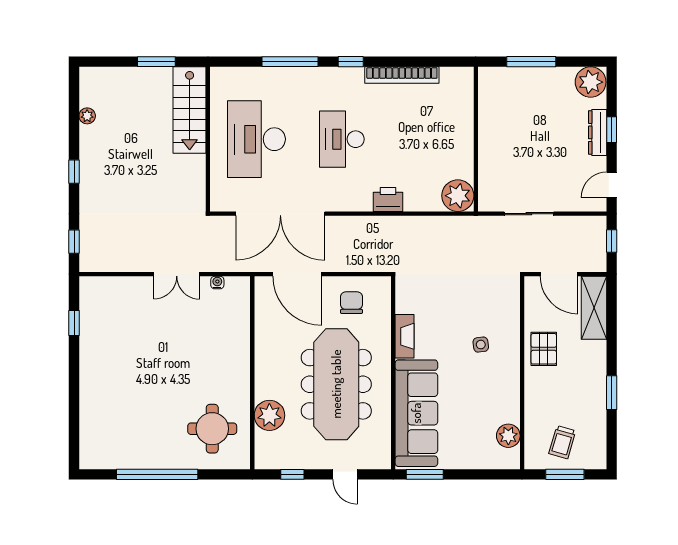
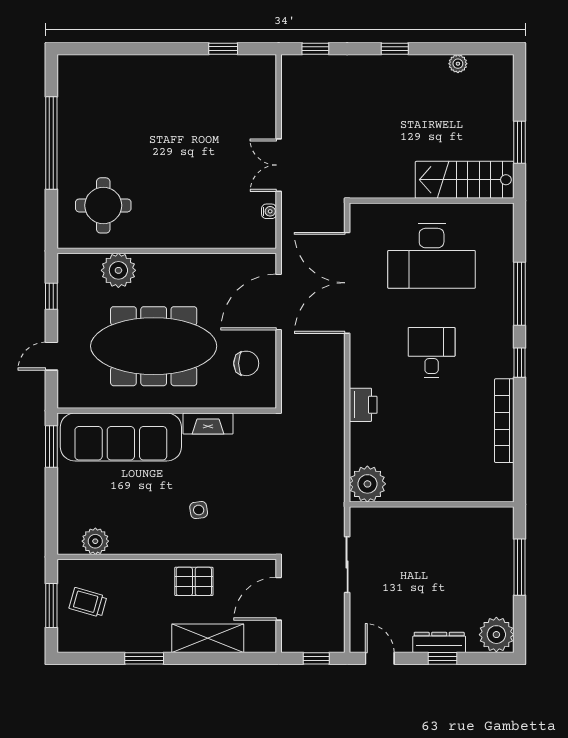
desk: (256, 139) -> (432, 256), turned 180
desk: (342, 139) -> (432, 352), width x0.73
shelving: (594, 308) -> (208, 638), moved

